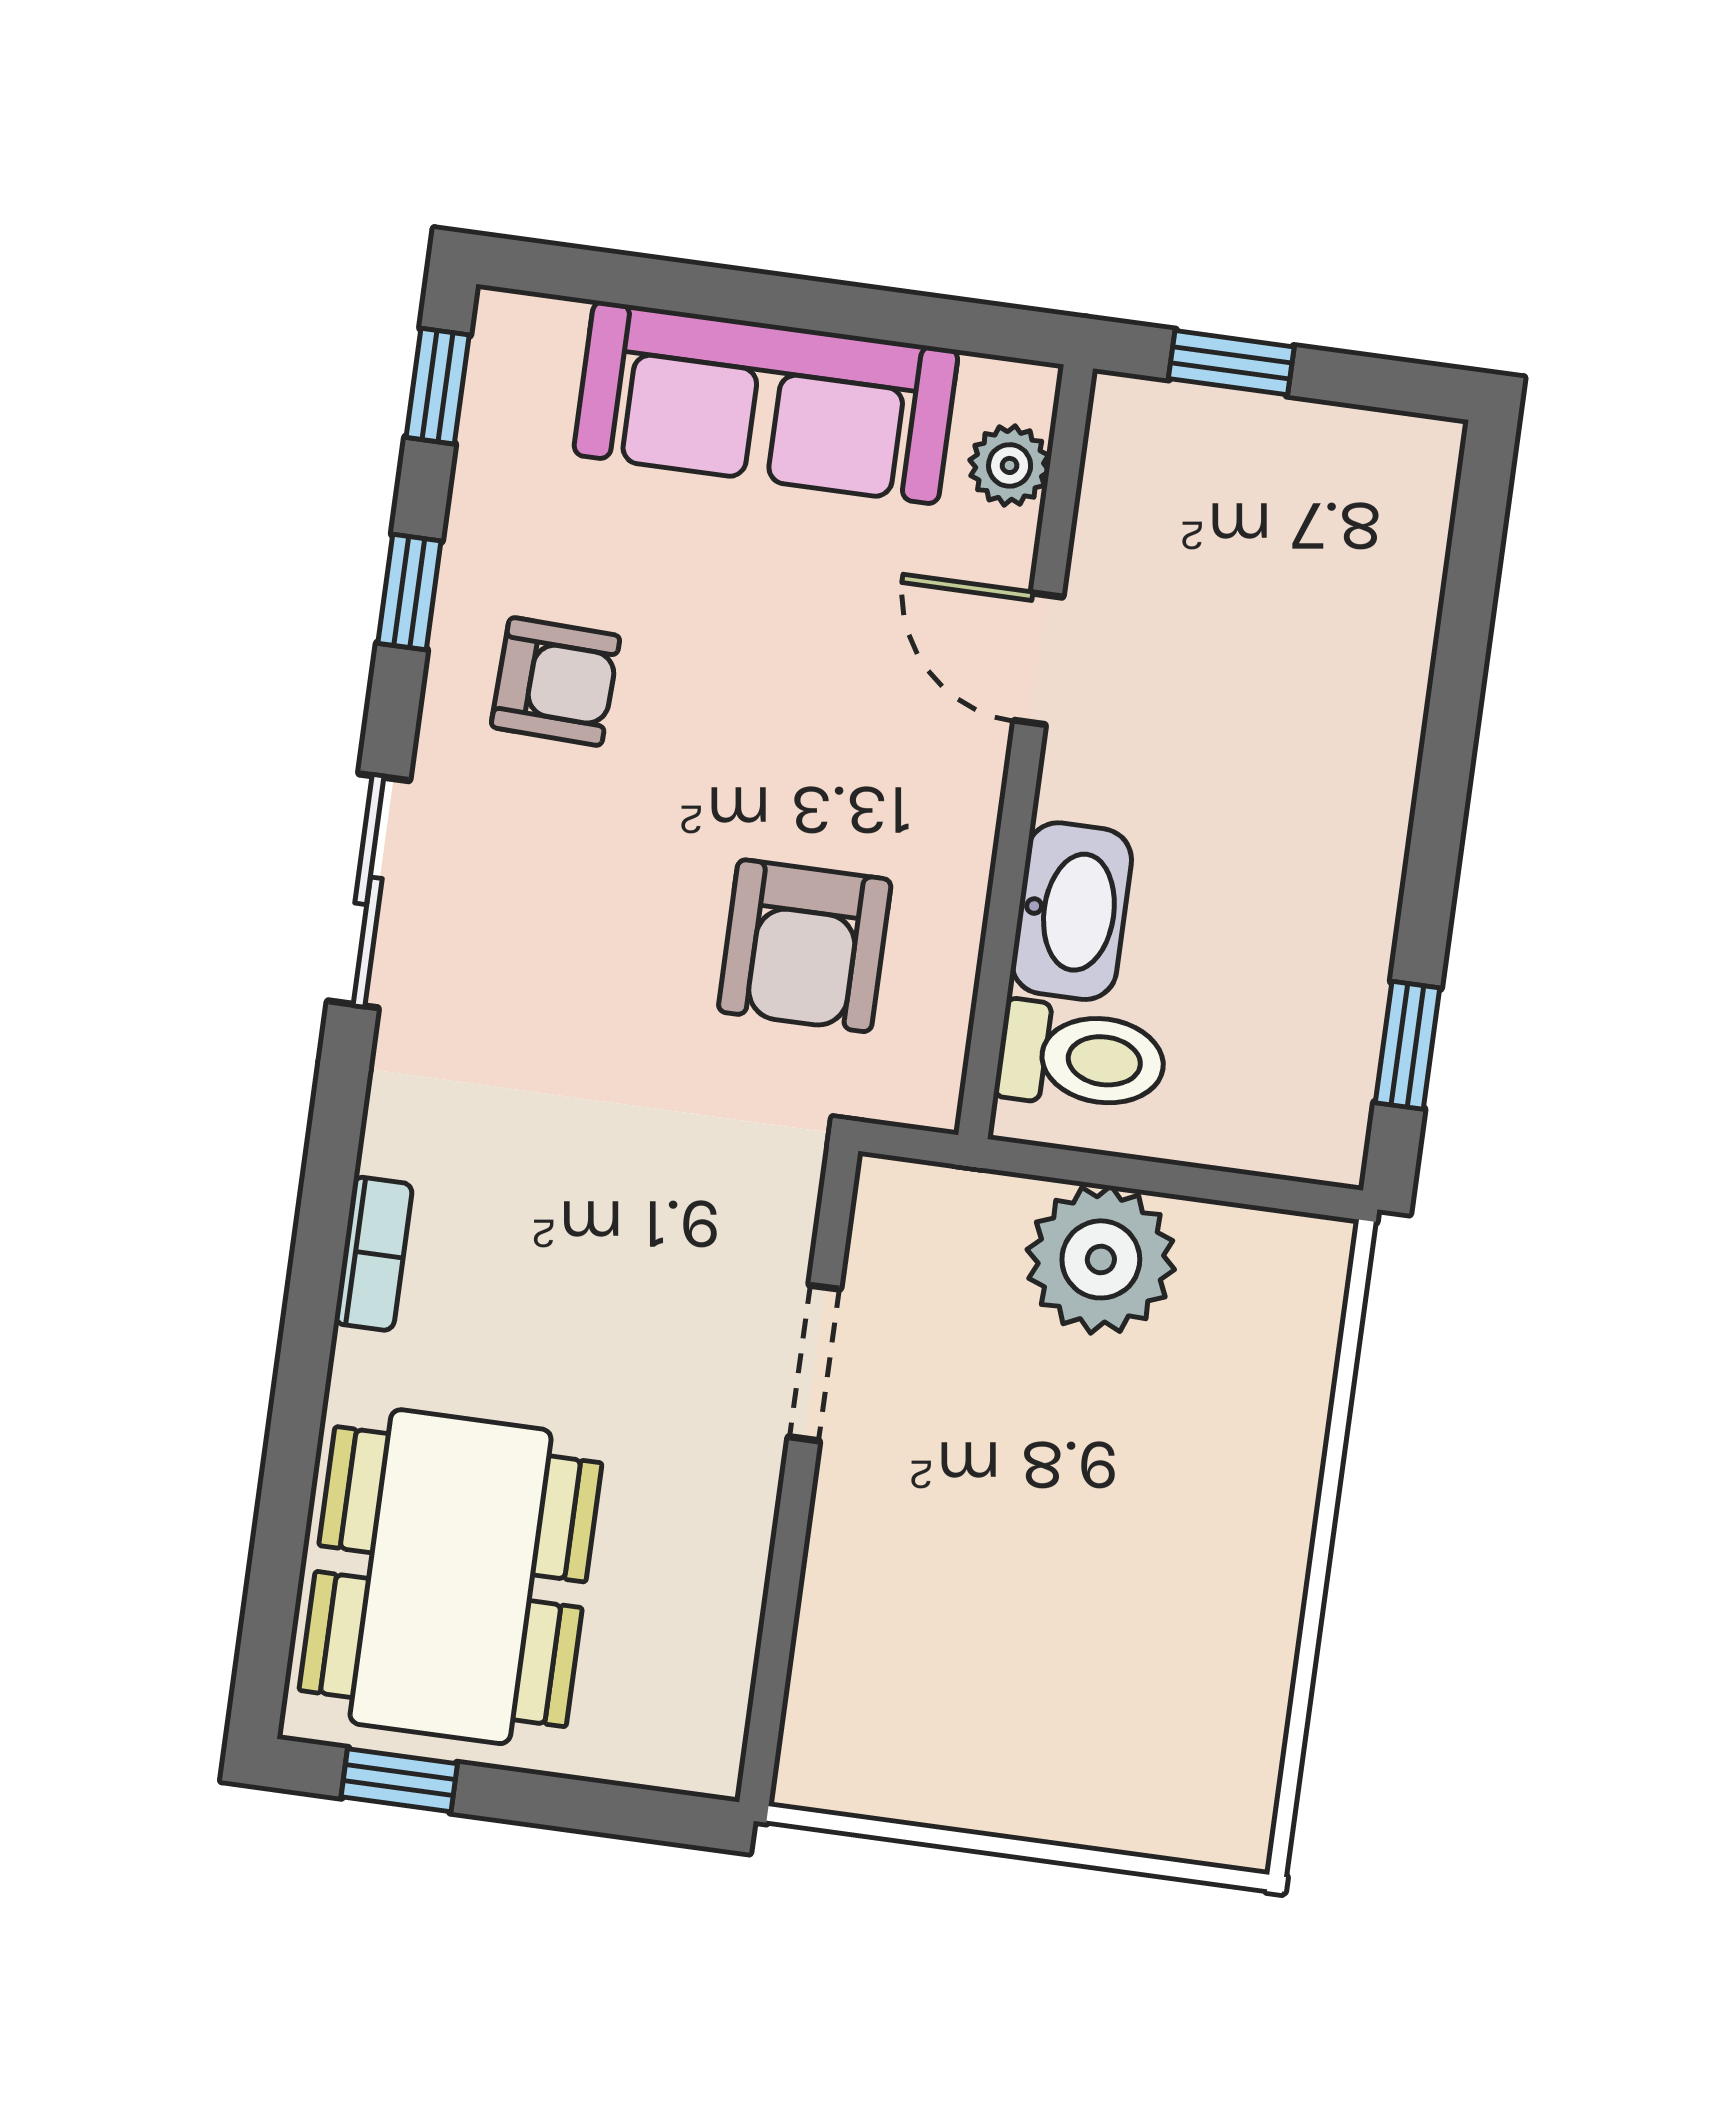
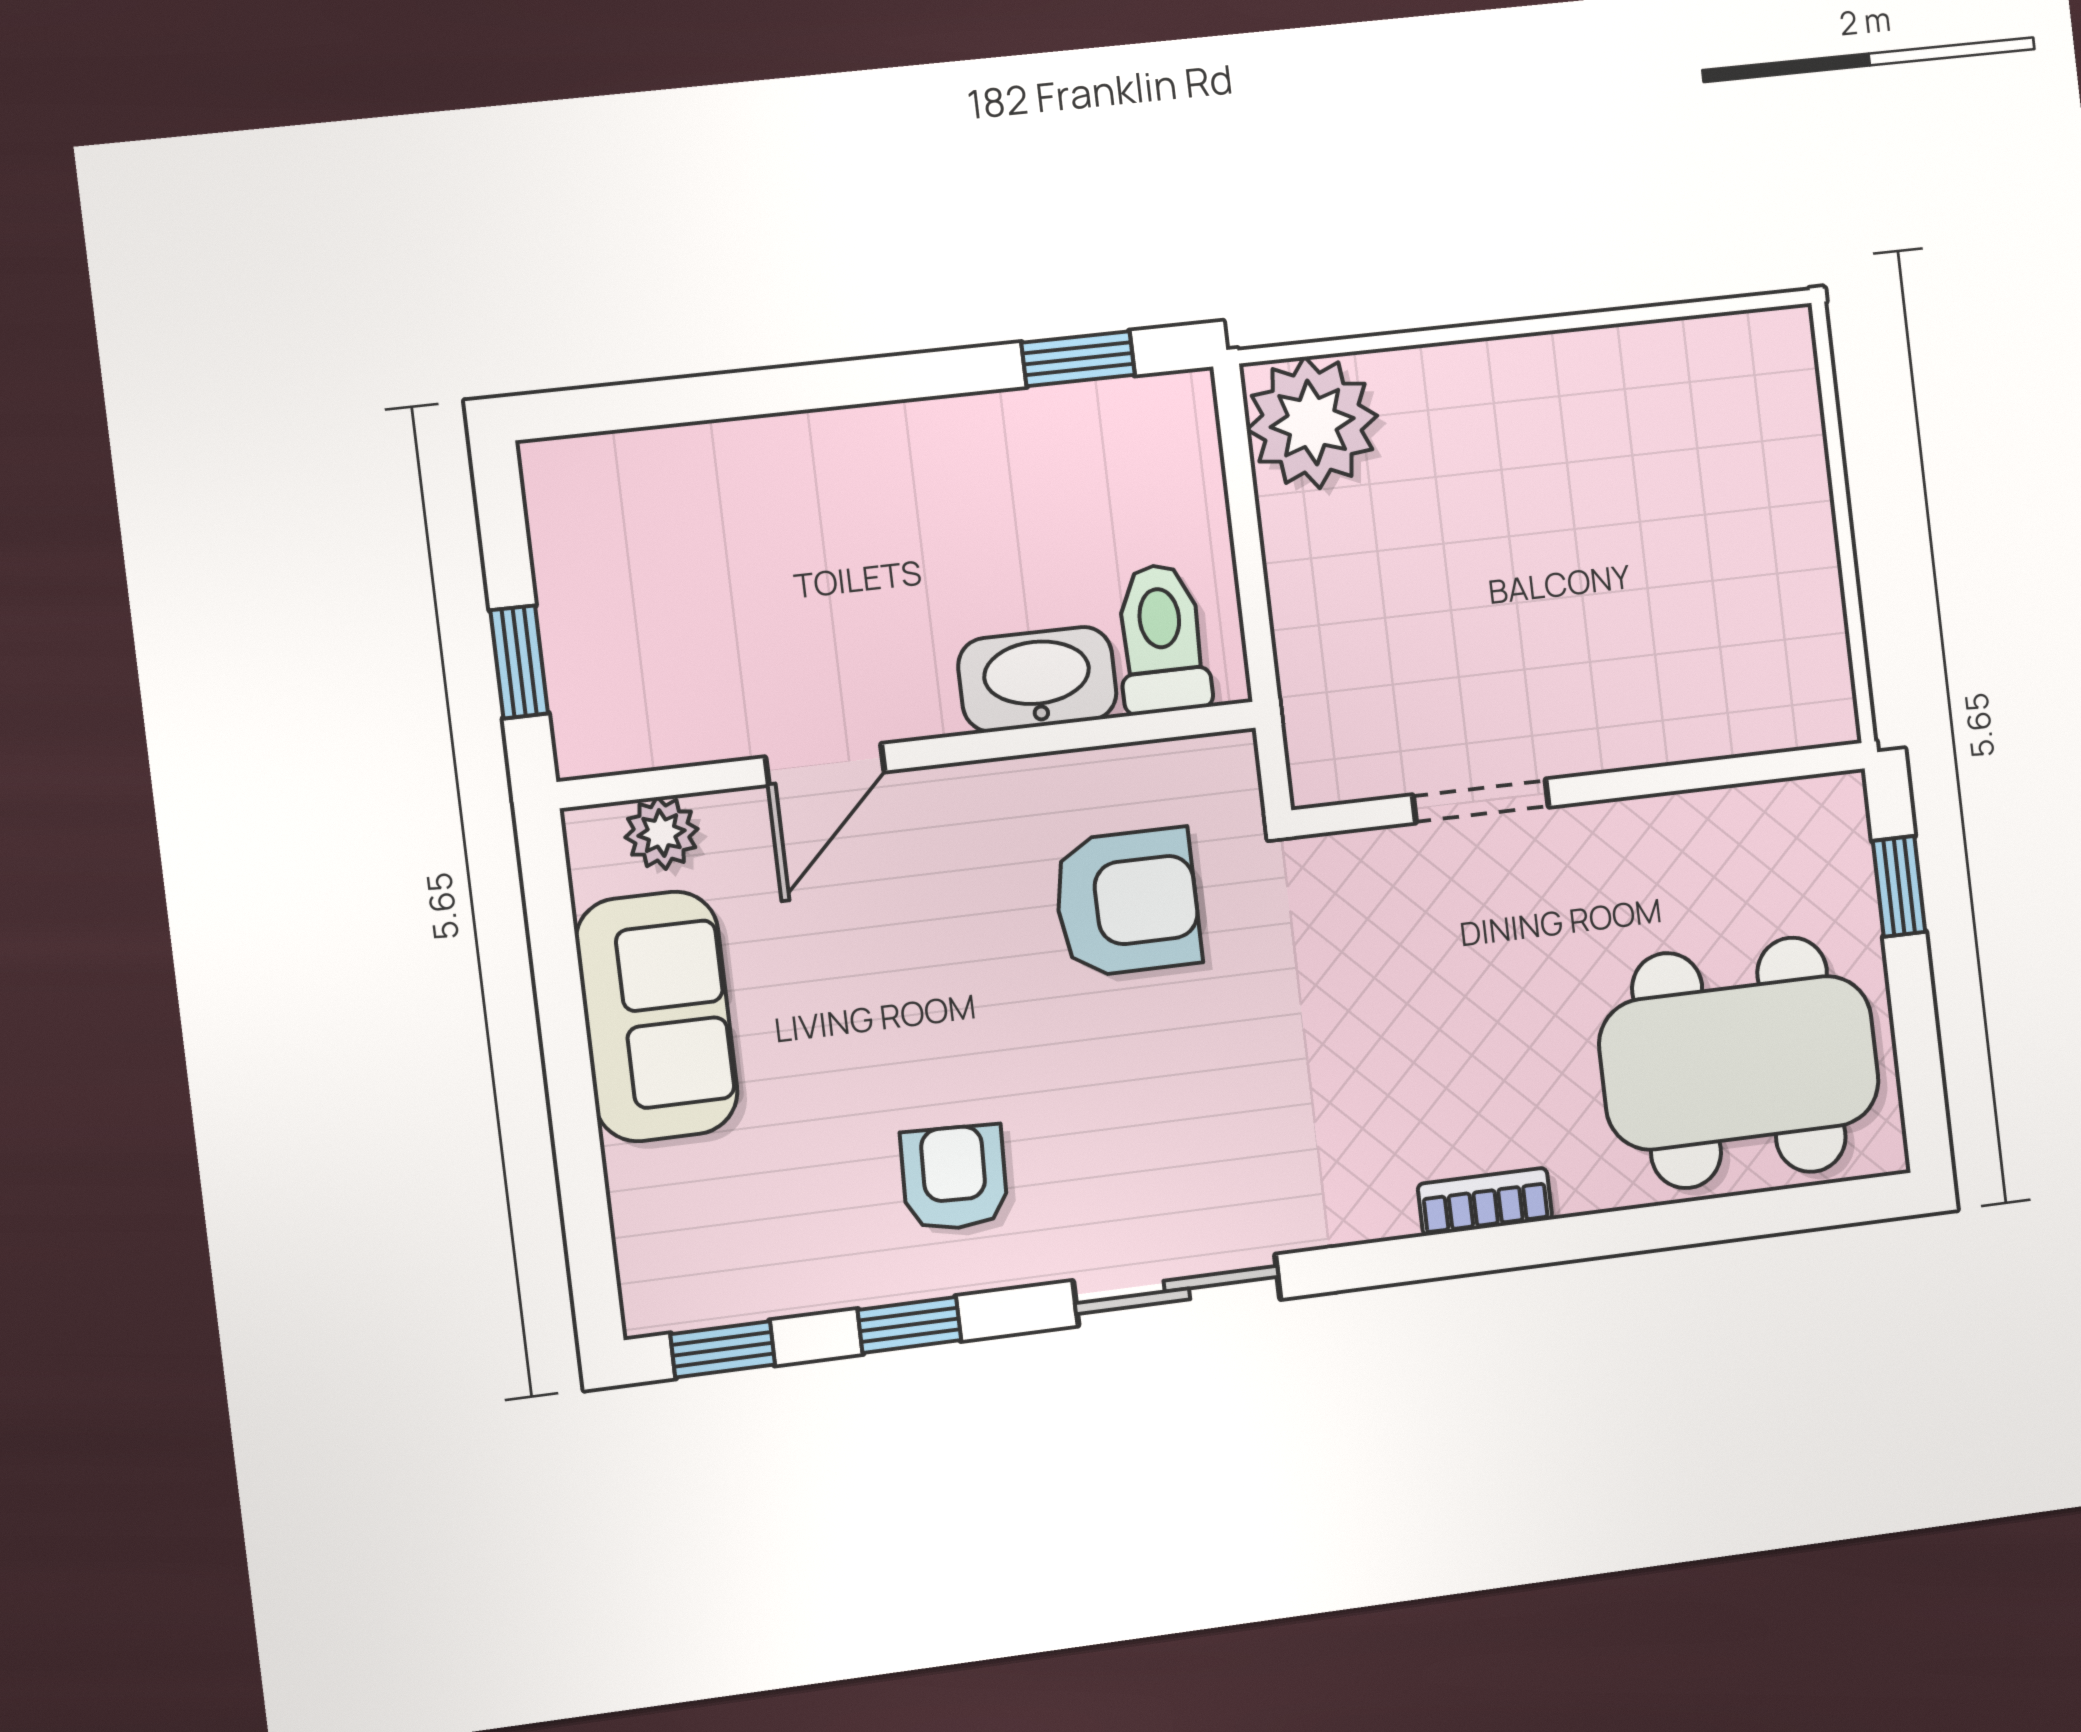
sofa: (766, 402) -> (657, 1016), width x0.73
plant: (1101, 1259) -> (1312, 423), moved
window: (399, 1780) -> (1899, 886), moved

